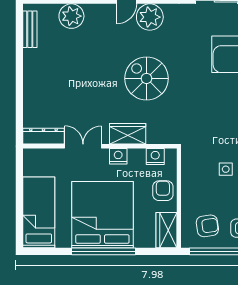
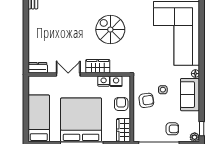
dresser: (43, 136) -> (38, 68), width x0.70
nightstand: (118, 156) -> (104, 81), moved
armchair: (207, 226) -> (146, 100), moved

